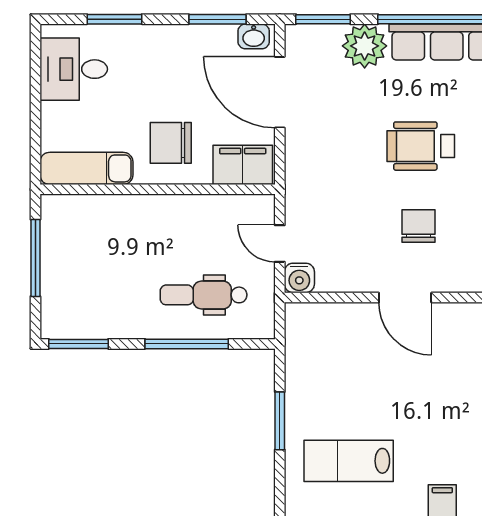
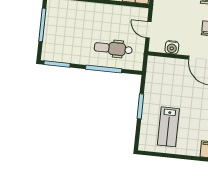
water cooler: (299, 278) -> (172, 47), moved
lab bench: (349, 461) -> (168, 127), turned -90

